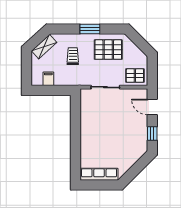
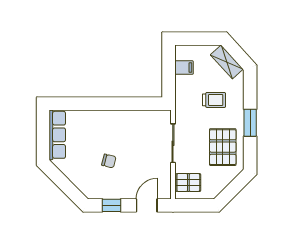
pallet: (135, 76) -> (188, 183), turned 90
chair: (119, 135) -> (109, 161), added

